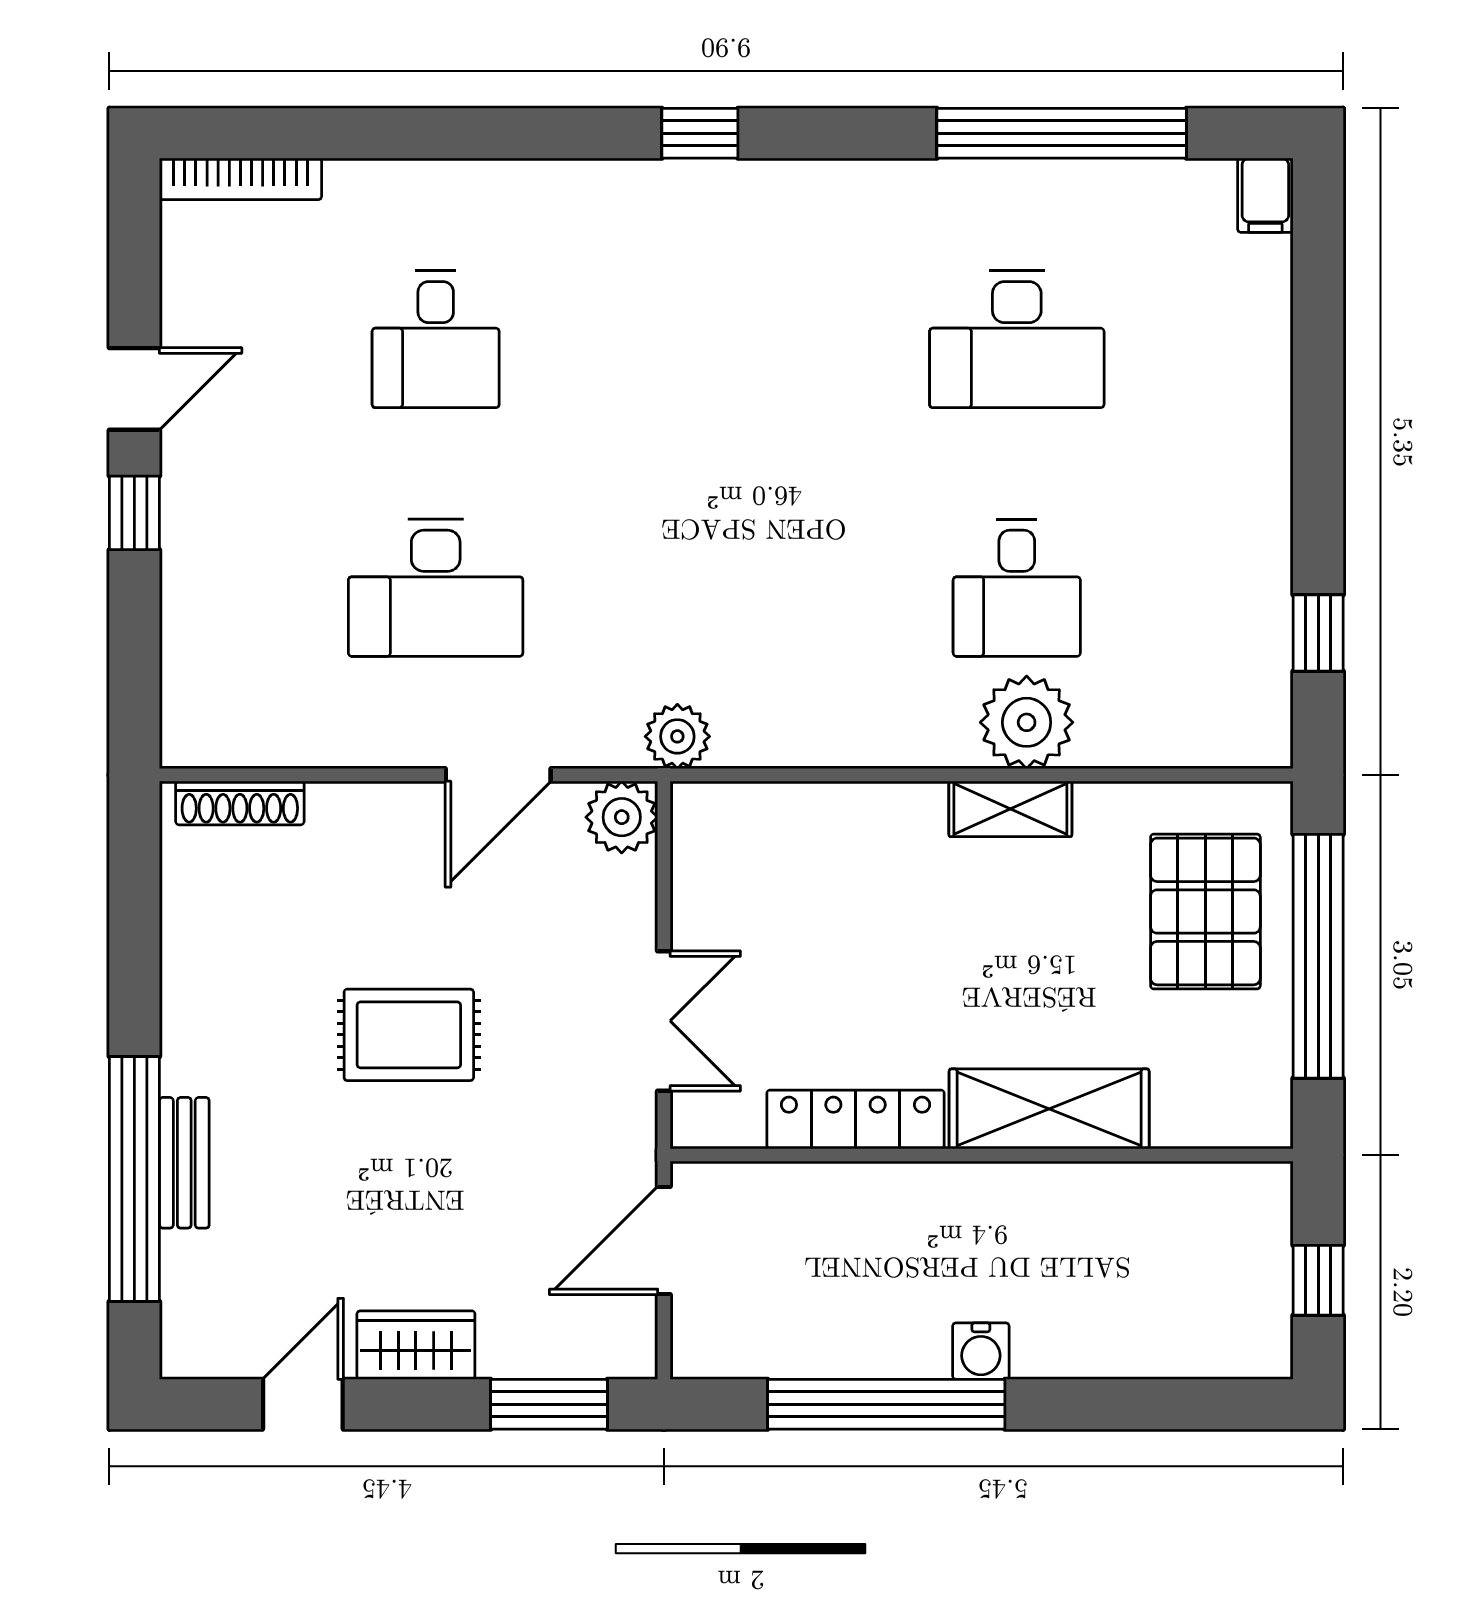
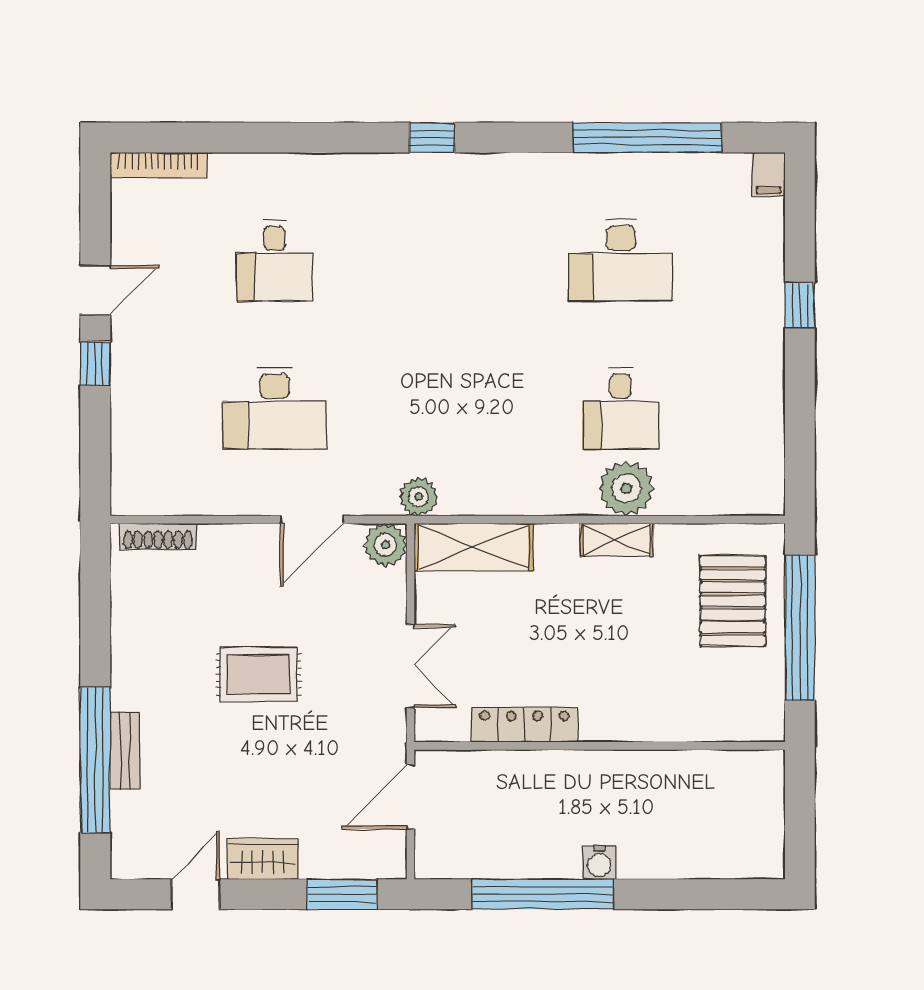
window: (1318, 633) -> (800, 305), moved
shelving: (1049, 1109) -> (474, 547), moved
window: (1318, 1280) -> (800, 820), removed

